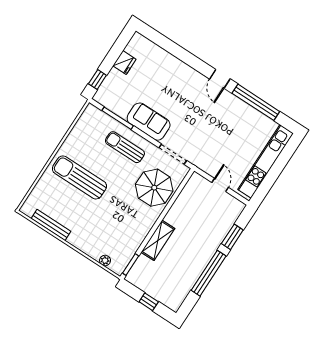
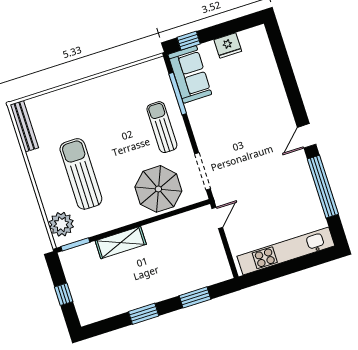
sofa: (149, 122) -> (190, 74), moved
sun lounger: (79, 177) -> (81, 174), moved
door: (220, 185) -> (217, 218), moved
bench: (51, 225) -> (24, 126), moved
plant: (105, 261) -> (61, 224), width x1.87, depth x1.87
window: (209, 273) -> (144, 314), width x0.47

